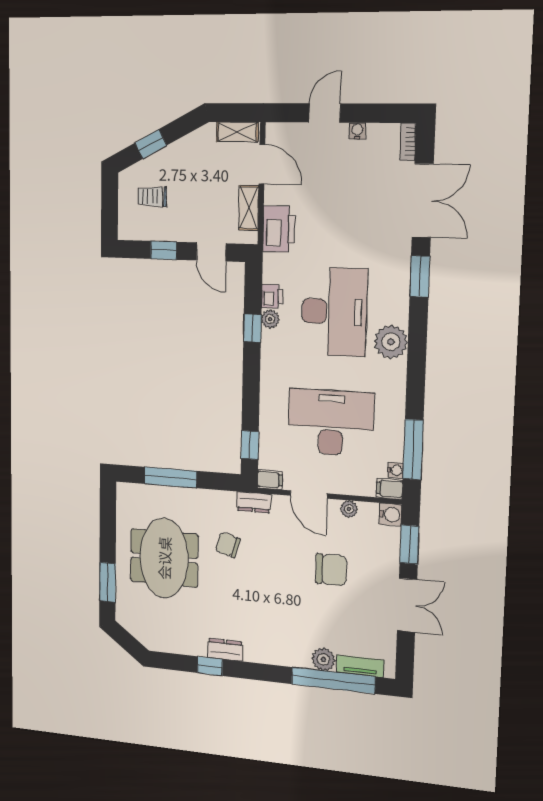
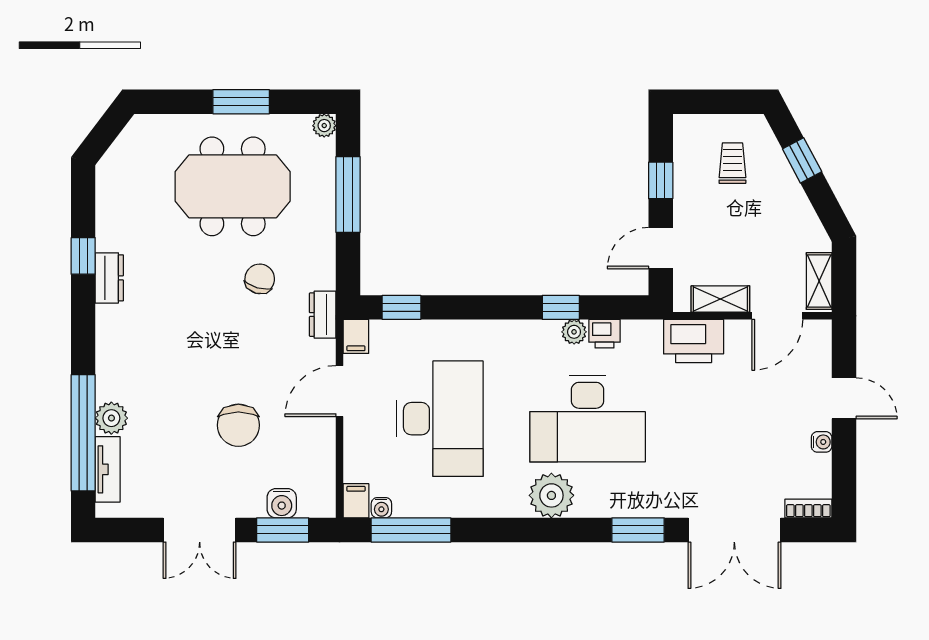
plant: (349, 509) -> (324, 126), moved
water cooler: (390, 515) -> (282, 503), moved
window: (107, 582) -> (241, 102), moved

